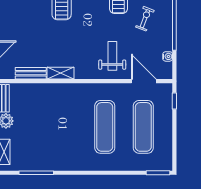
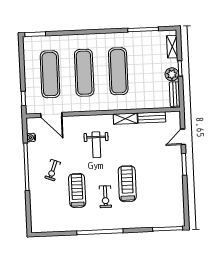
weight bench: (112, 56) -> (96, 145), moved
exercise mat: (66, 127) -> (118, 71), added

